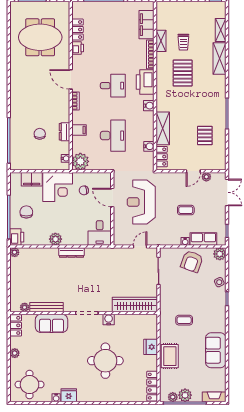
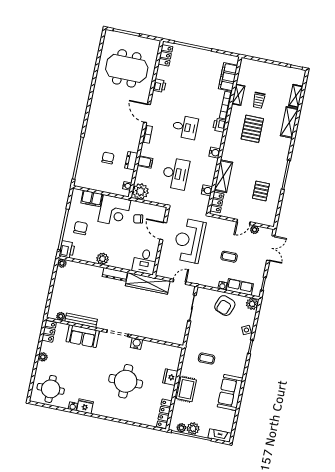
locker: (77, 30) -> (166, 55), moved
printer: (145, 82) -> (219, 125), width x0.53, depth x0.68
wardrobe: (135, 304) -> (148, 283), moved, turned 180

